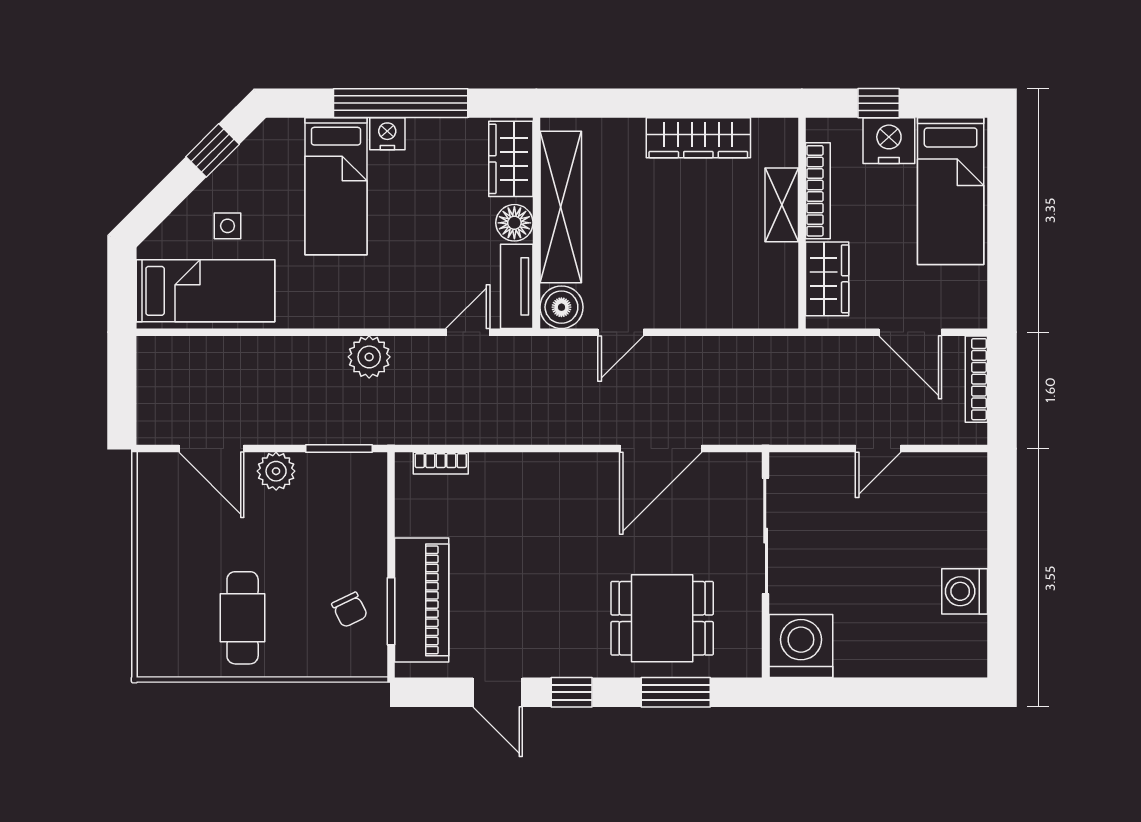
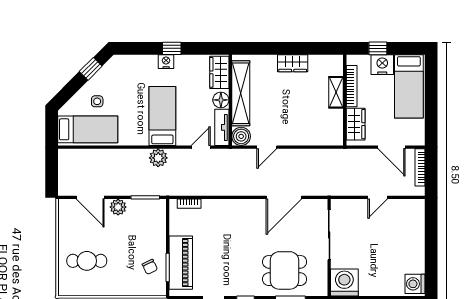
window: (401, 103) -> (172, 48), width x0.32
wardrobe: (698, 138) -> (293, 63), width x0.67
bed: (336, 186) -> (162, 116), moved, turned 180
washing machine: (965, 591) -> (415, 284), moved
cafe table: (243, 618) -> (87, 261), moved, turned 90

